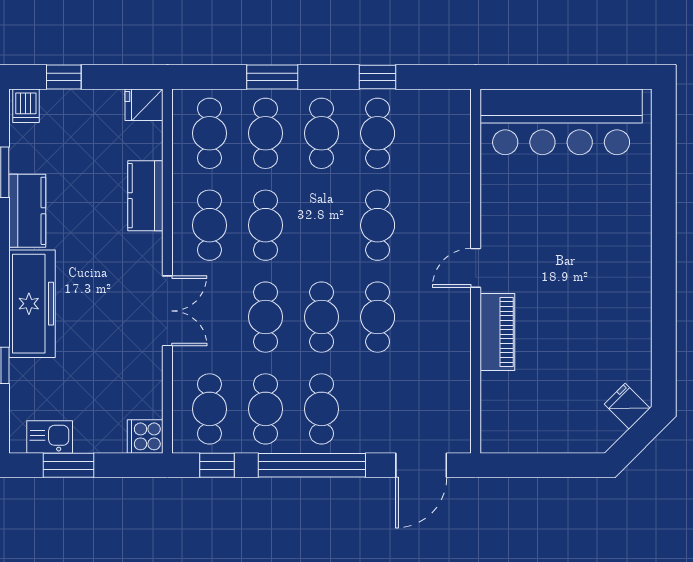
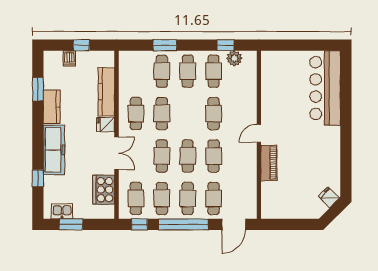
window: (64, 77) -> (81, 45), moved
window: (378, 77) -> (225, 45), moved
fridge: (144, 105) -> (106, 125), moved
plant: (422, 105) -> (234, 58), added
dishwasher: (26, 106) -> (69, 58), moved
bar counter: (561, 122) -> (325, 88), moved, turned 90
cafe table: (209, 133) -> (214, 198), moved
kitchen counter: (145, 196) -> (106, 92), width x1.50
cooker: (145, 436) -> (104, 190), moved, width x1.87, depth x1.31

